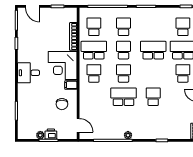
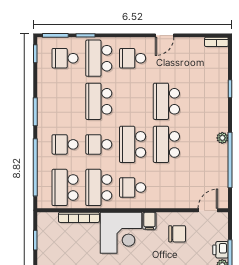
school desk: (94, 27) -> (65, 187), width x1.85
school desk: (124, 73) -> (133, 144), width x1.85
school desk: (153, 97) -> (166, 101), width x1.85

